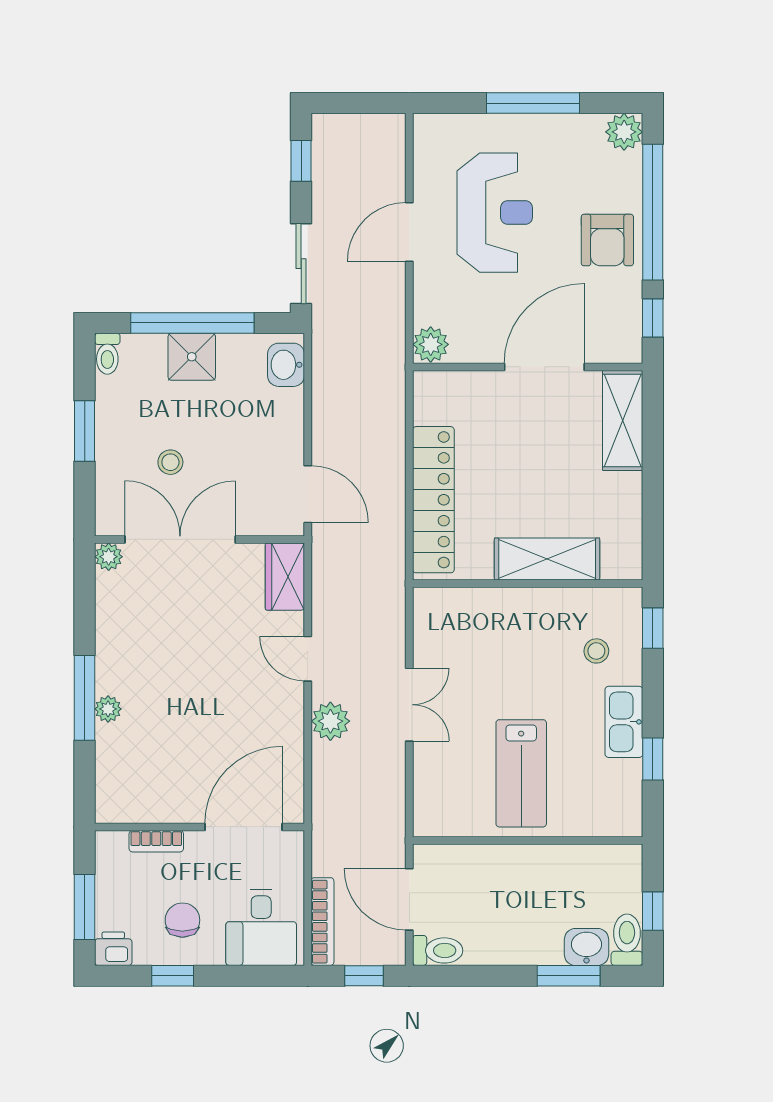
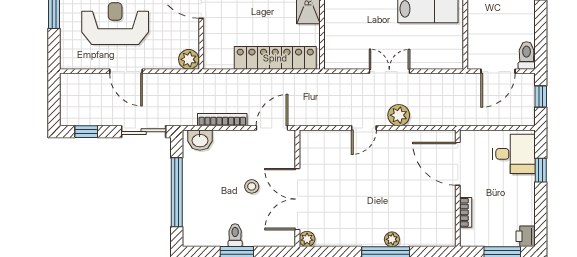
toilet: (107, 354) -> (235, 235), moved, turned -90
shower: (192, 357) -> (196, 193), removed
stool: (170, 462) -> (252, 186), moved
wardrobe: (285, 577) -> (318, 141), removed
chair: (182, 920) -> (510, 198), removed
bookcase: (322, 922) -> (222, 120), moved
window: (173, 976) -> (541, 170), moved

